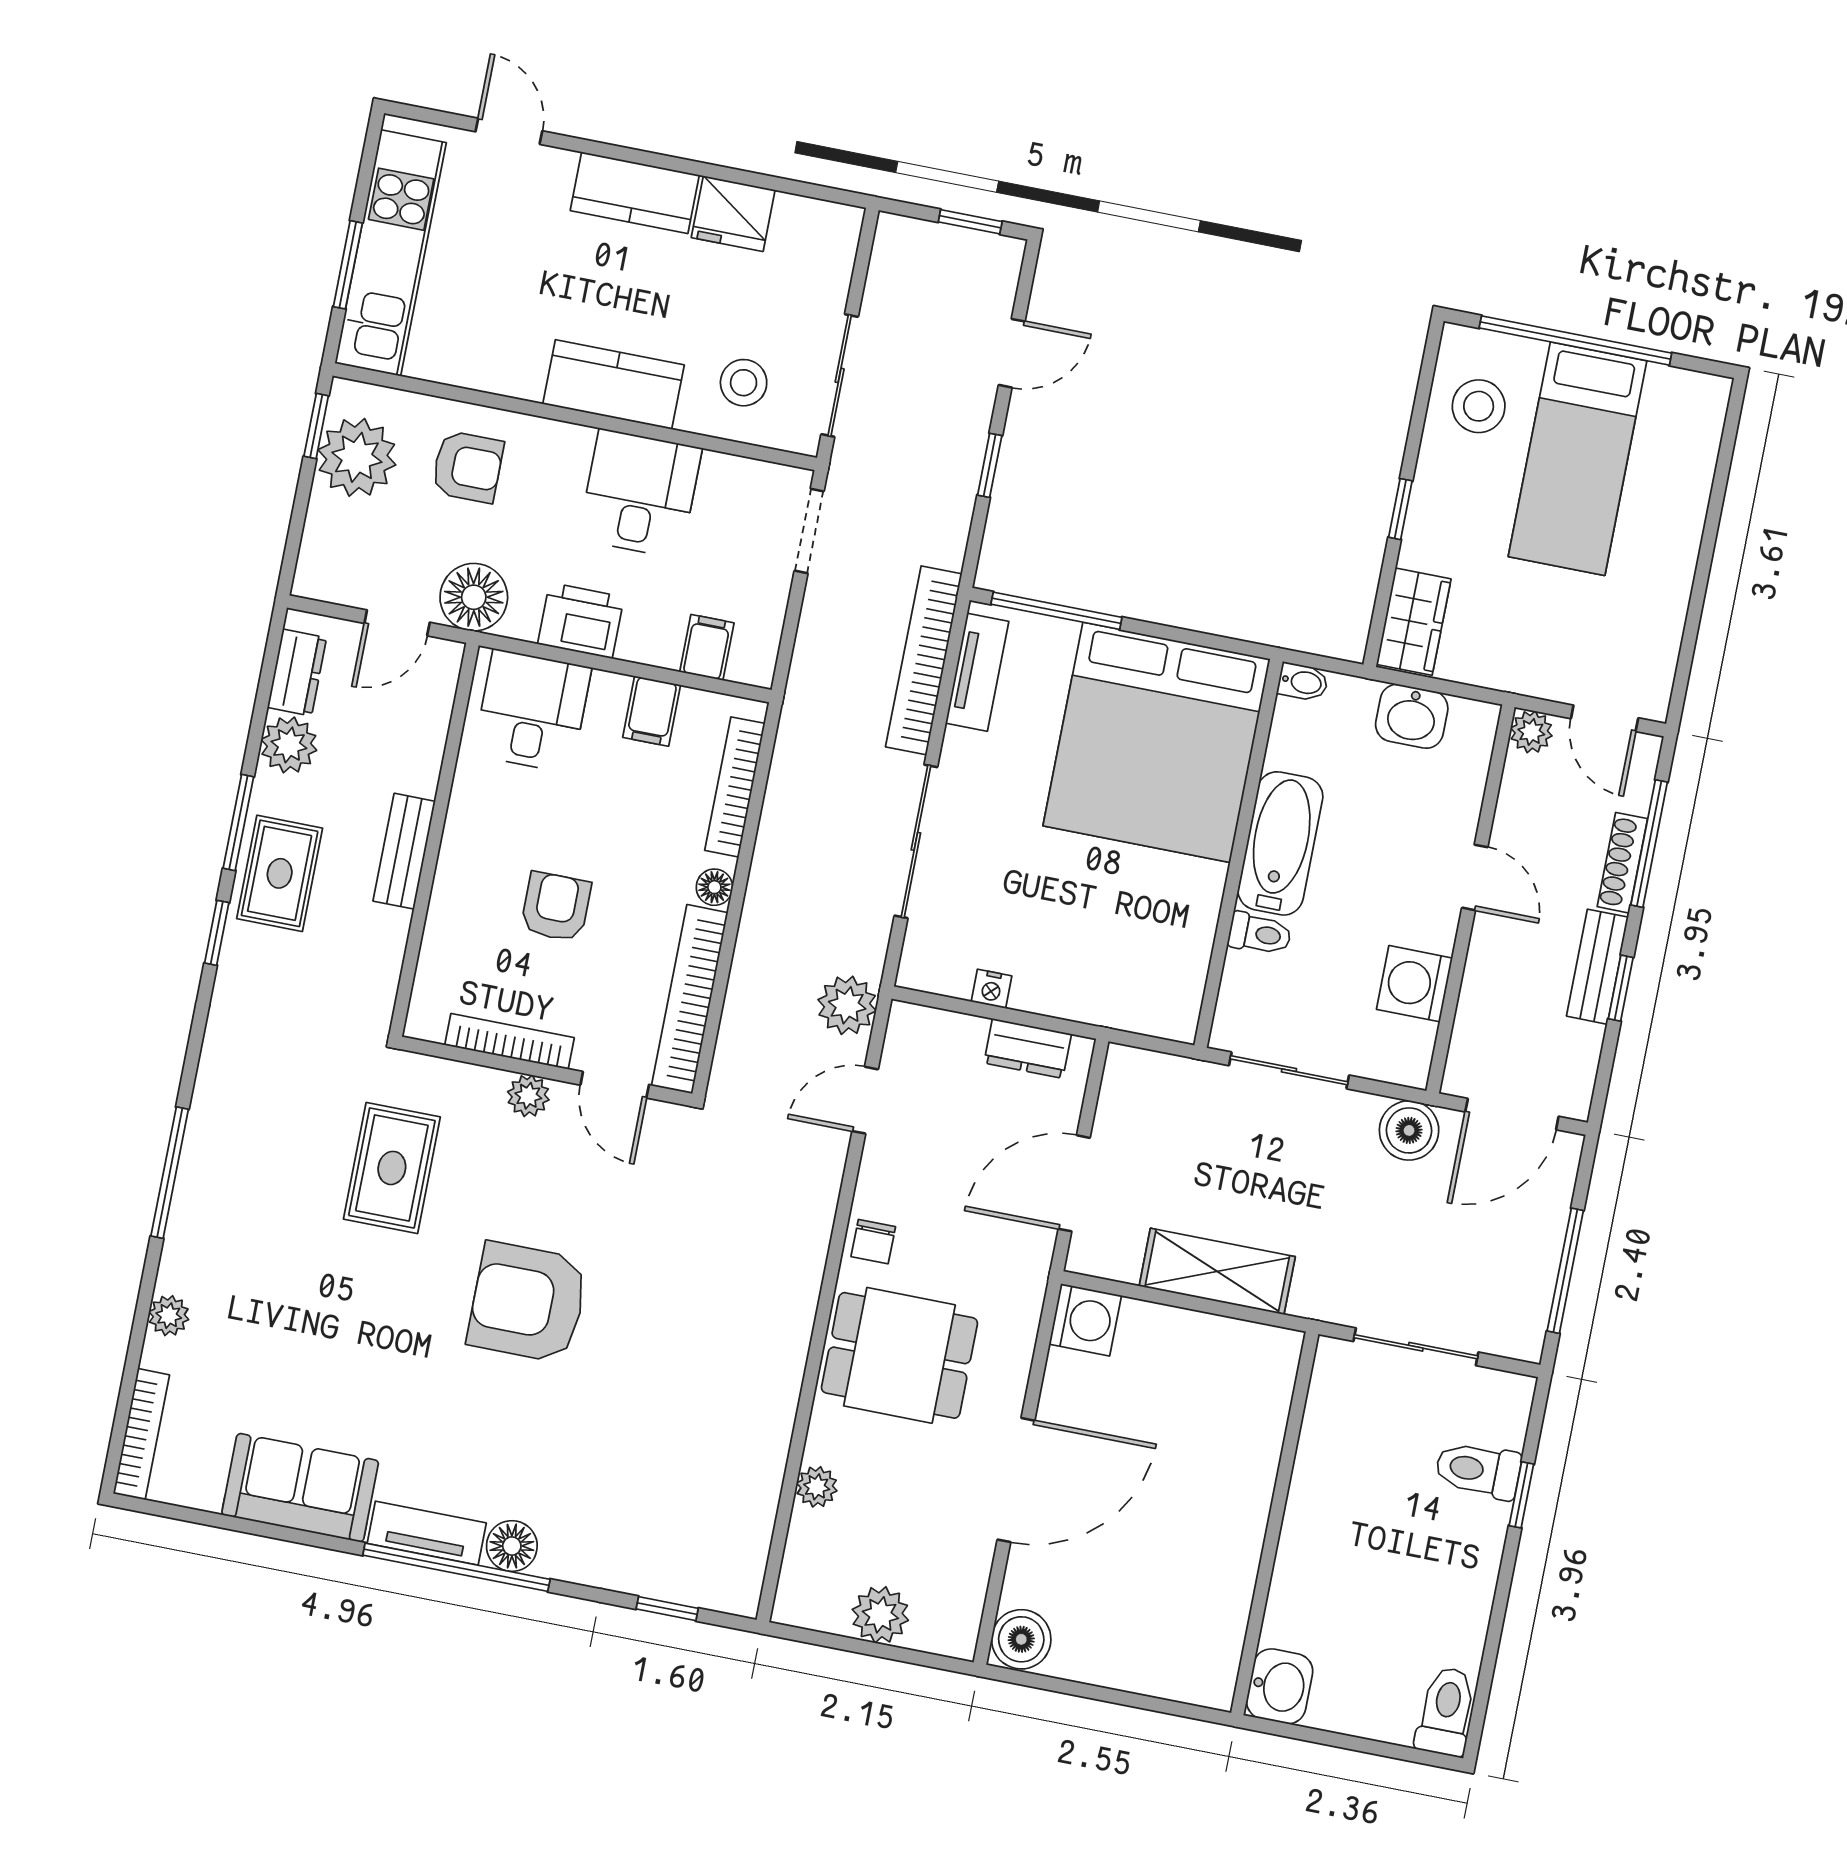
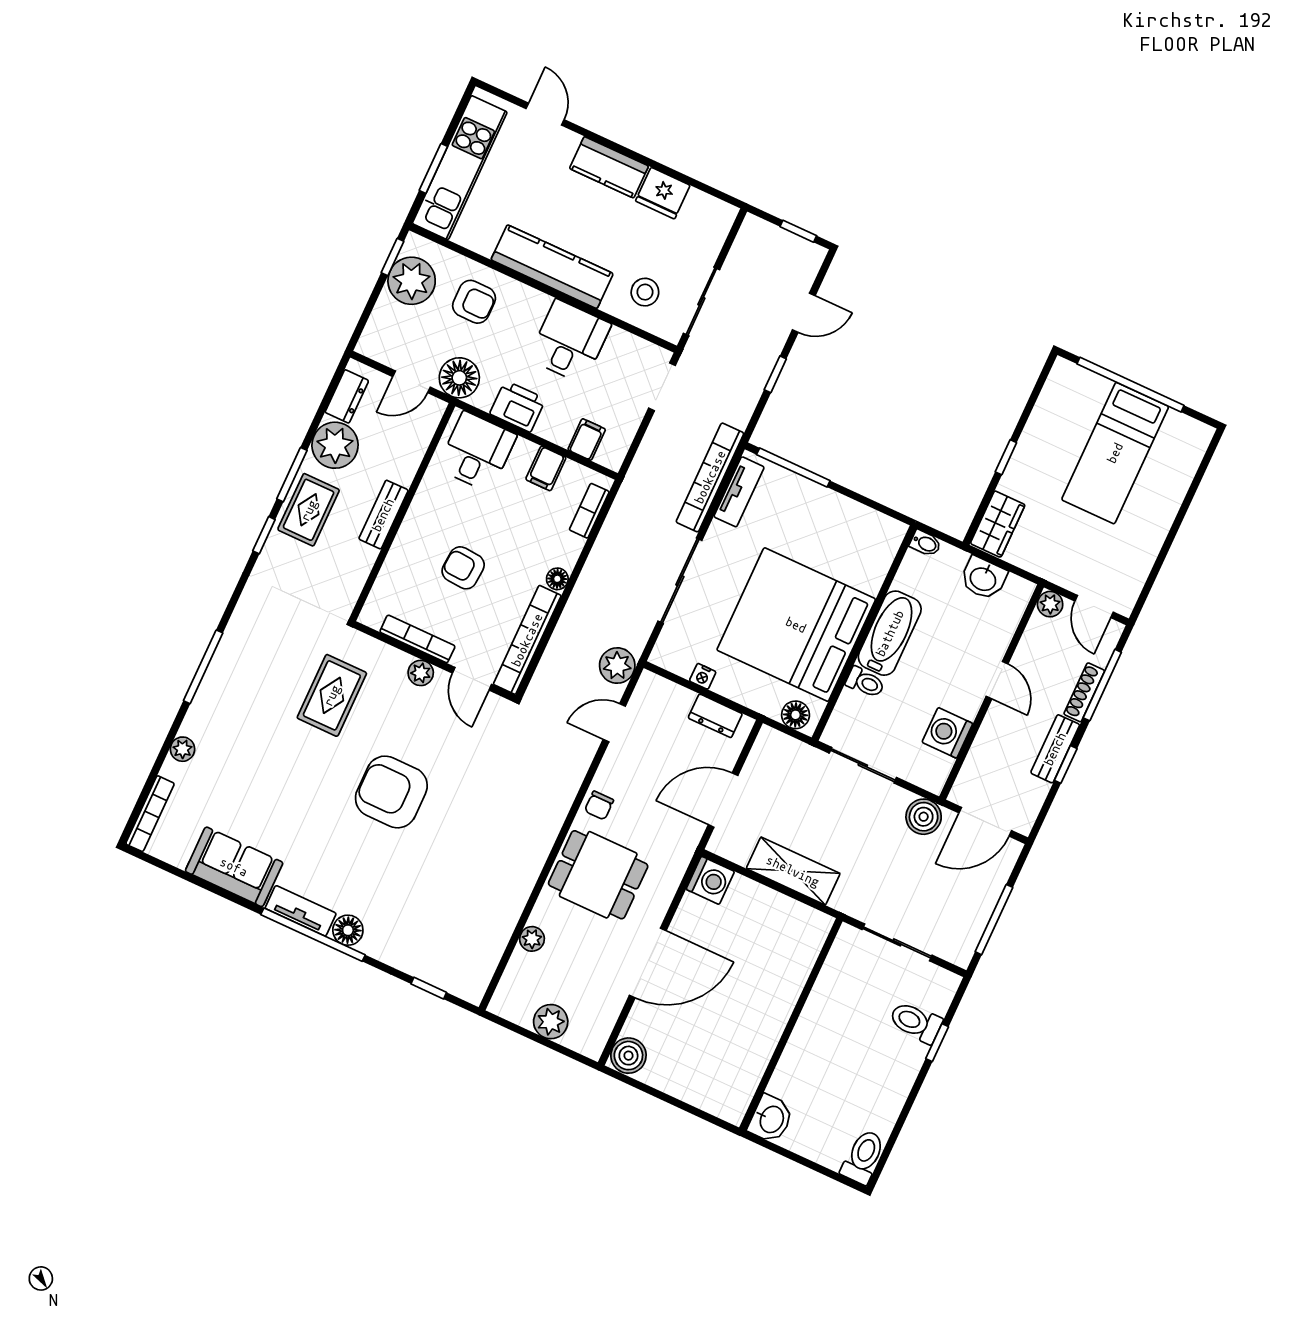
kitchen counter: (614, 384) -> (552, 267), width x1.50
stool: (1479, 406) -> (1065, 409), removed
bed: (1157, 742) -> (796, 625), moved, turned 90
plant: (289, 745) -> (335, 445), width x1.36, depth x1.36
bookcase: (735, 787) -> (589, 511), width x0.64
armchair: (556, 907) -> (463, 568), turned -86
floor lamp: (1159, 1015) -> (796, 715), added

